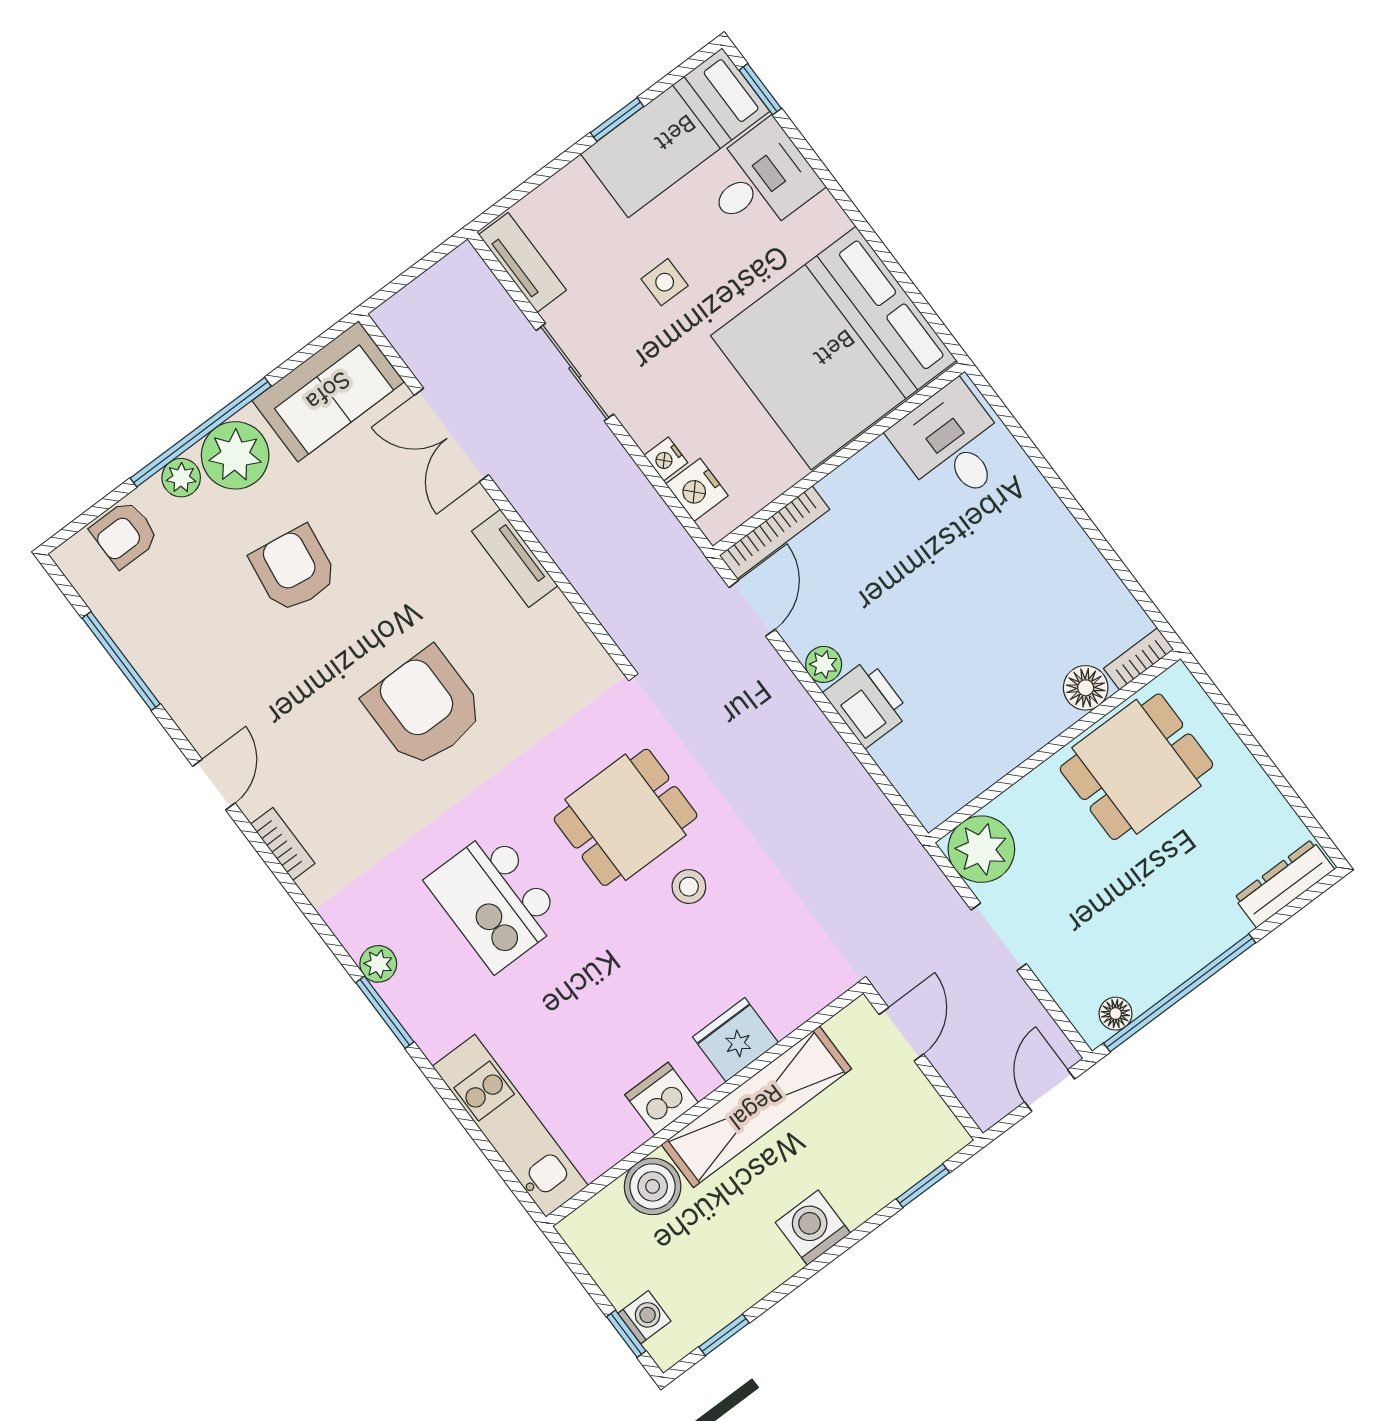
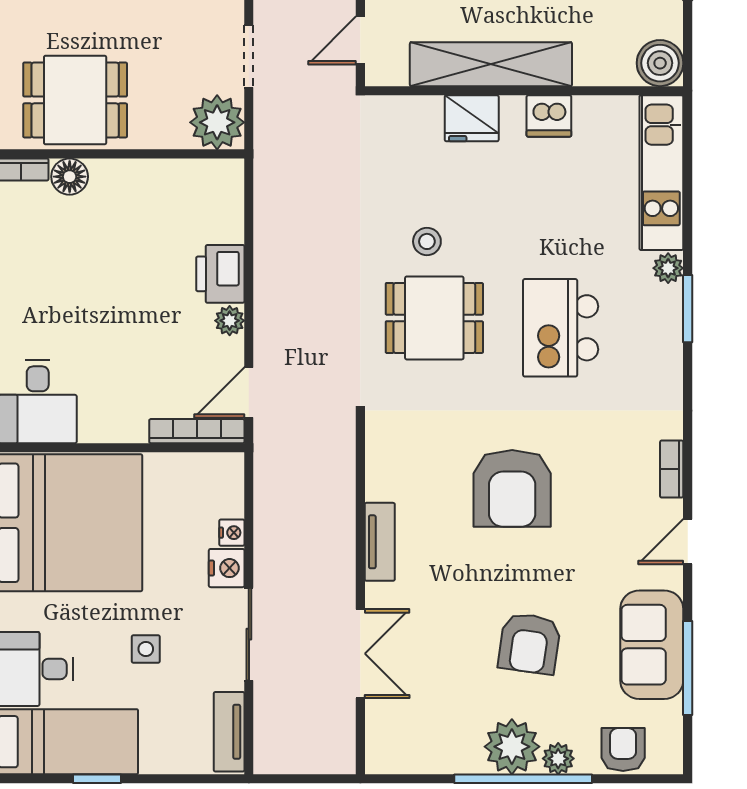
sofa: (328, 391) -> (652, 645), moved, turned -90
nightstand: (697, 490) -> (227, 568), moved
armchair: (124, 534) -> (623, 750), turned -90
kitchen island: (495, 900) -> (561, 328), turned 180
plant: (378, 964) -> (668, 268), moved
boiler: (653, 1186) -> (660, 63), moved

